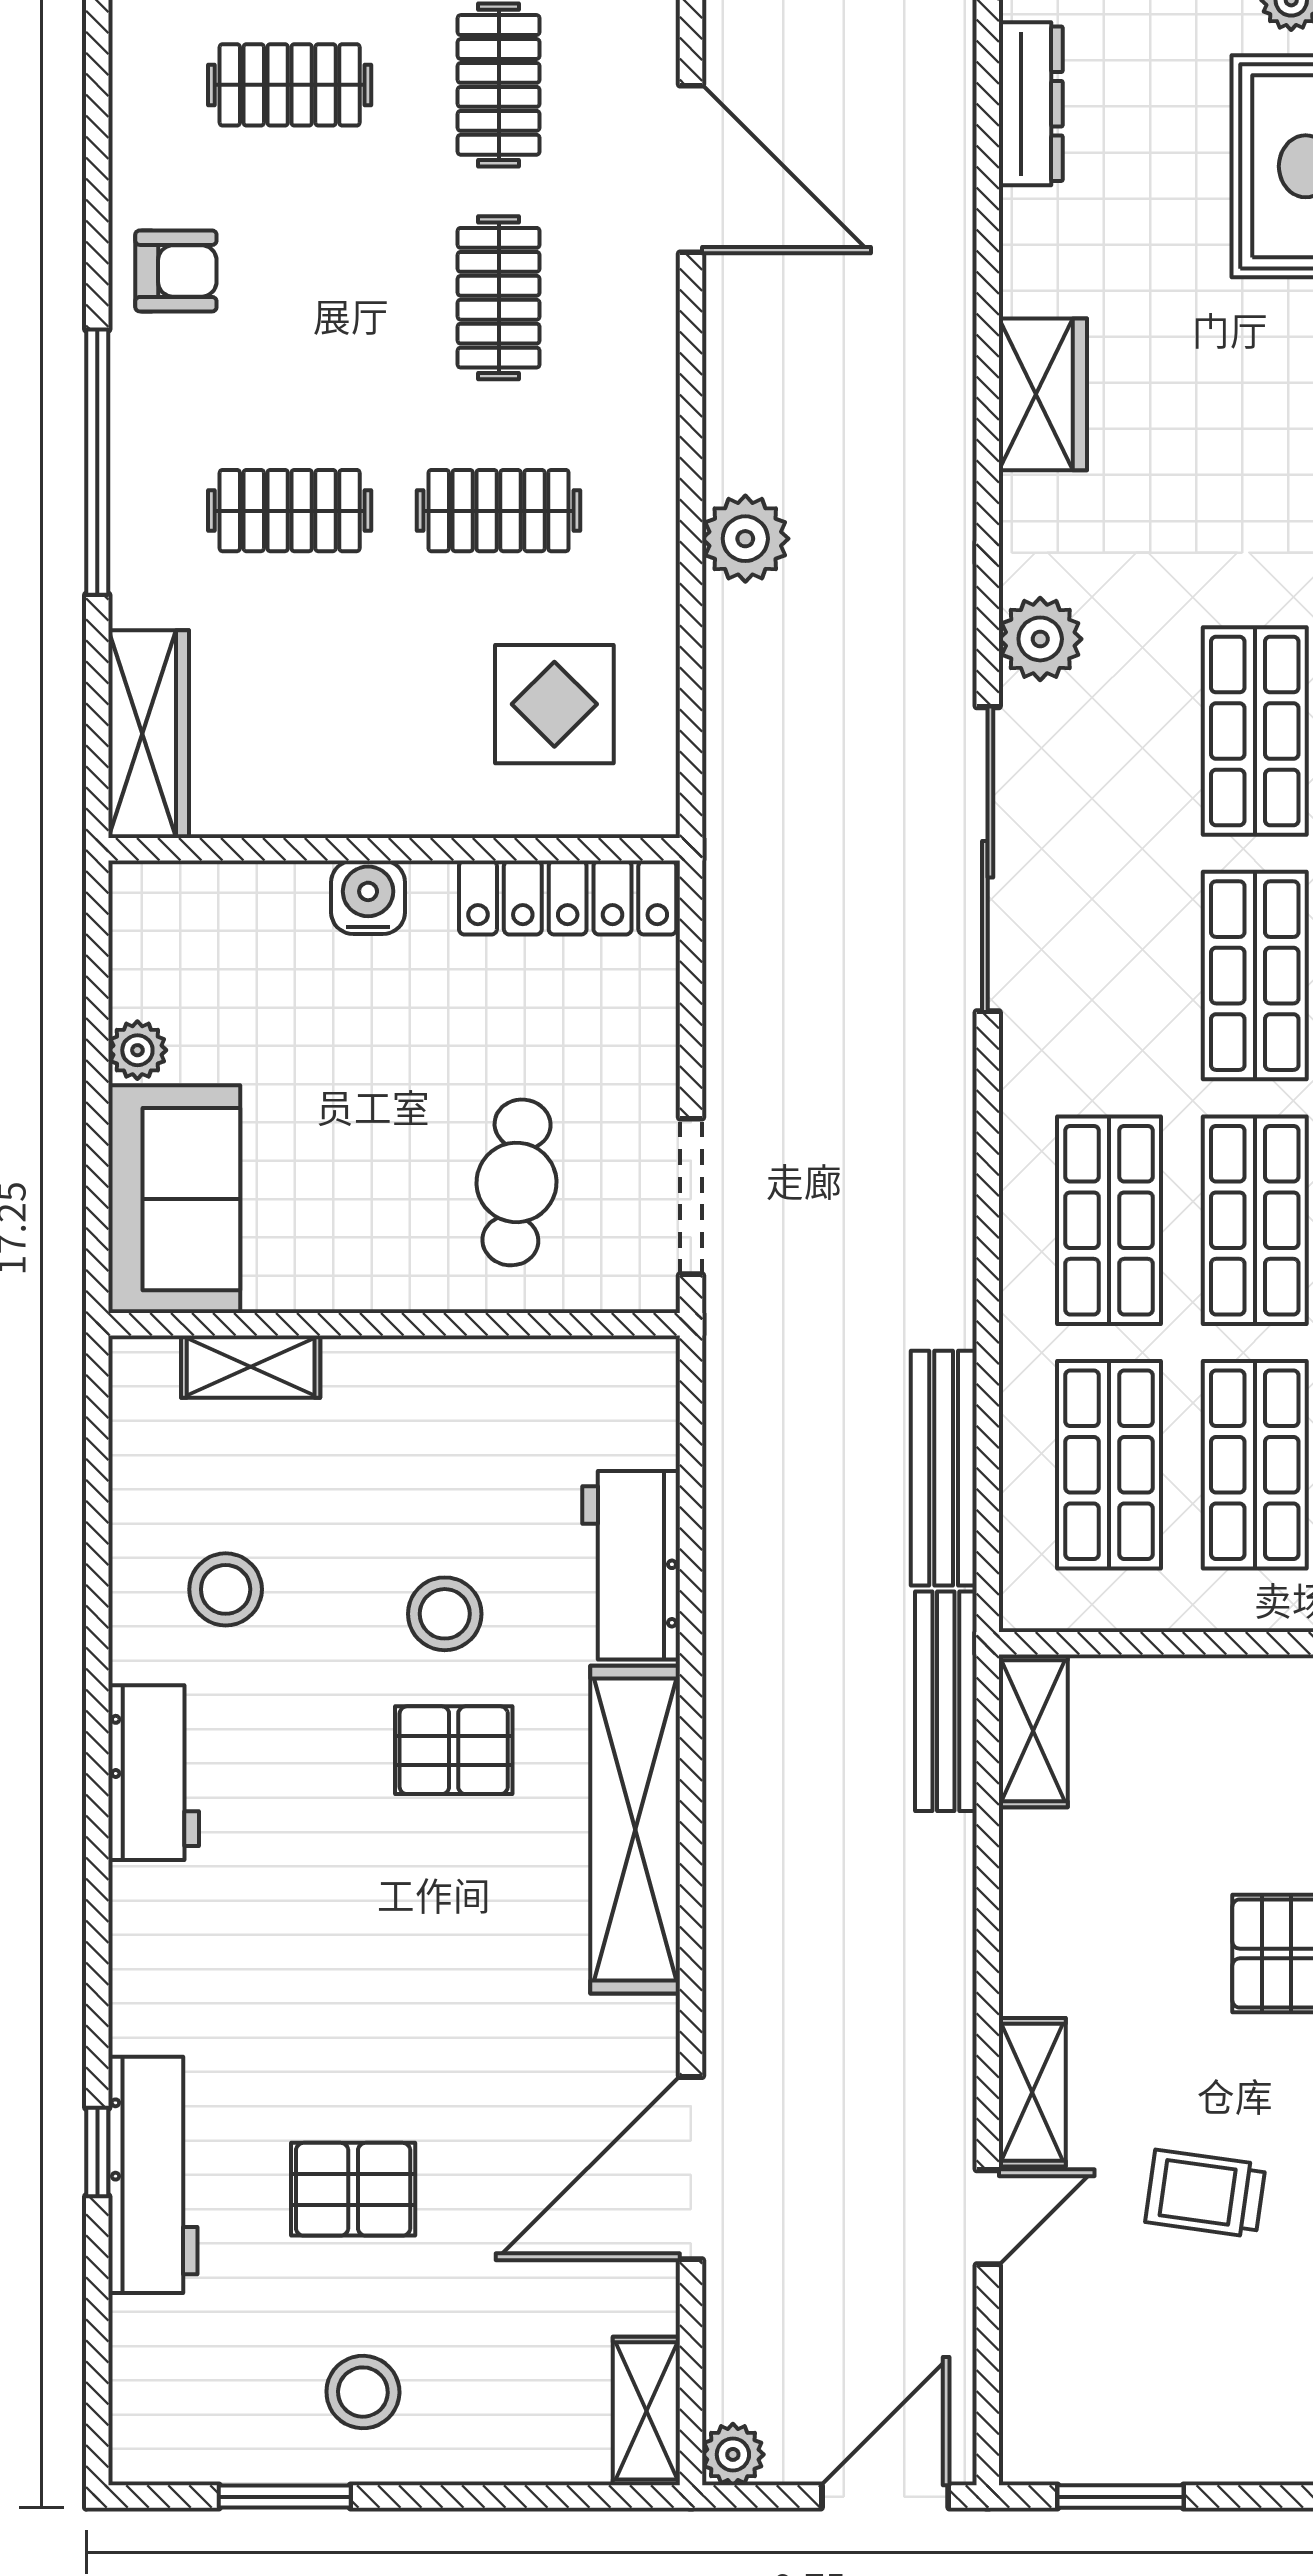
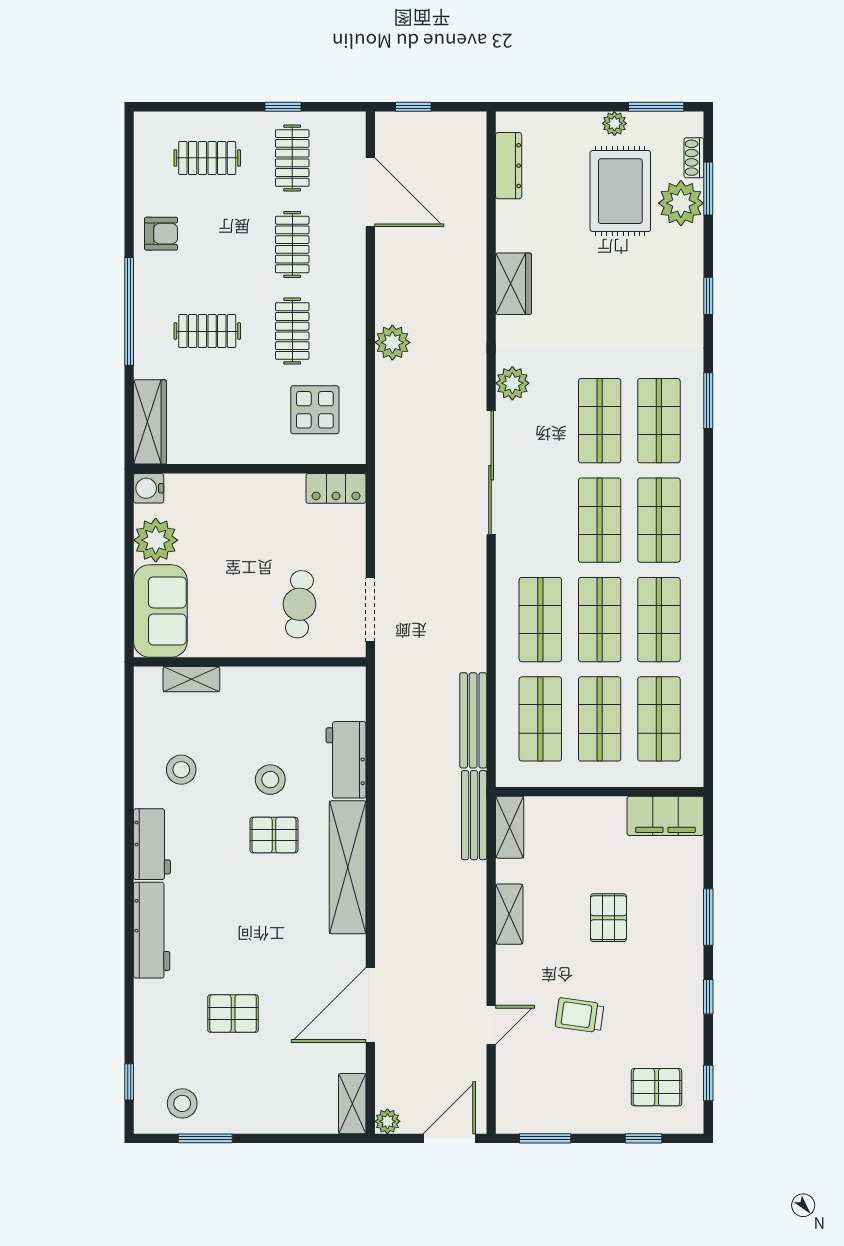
clothes rail: (499, 511) -> (292, 331), turned 90
water cooler: (368, 897) -> (149, 488), moved, turned -90
locker: (568, 898) -> (336, 488), width x0.66
plant: (137, 1050) -> (156, 540), width x1.87, depth x1.87
shelving: (1032, 2092) -> (509, 914), moved
window: (97, 2152) -> (129, 1082), moved
workbench: (153, 2175) -> (152, 930), moved
stool: (363, 2392) -> (182, 1103), moved

